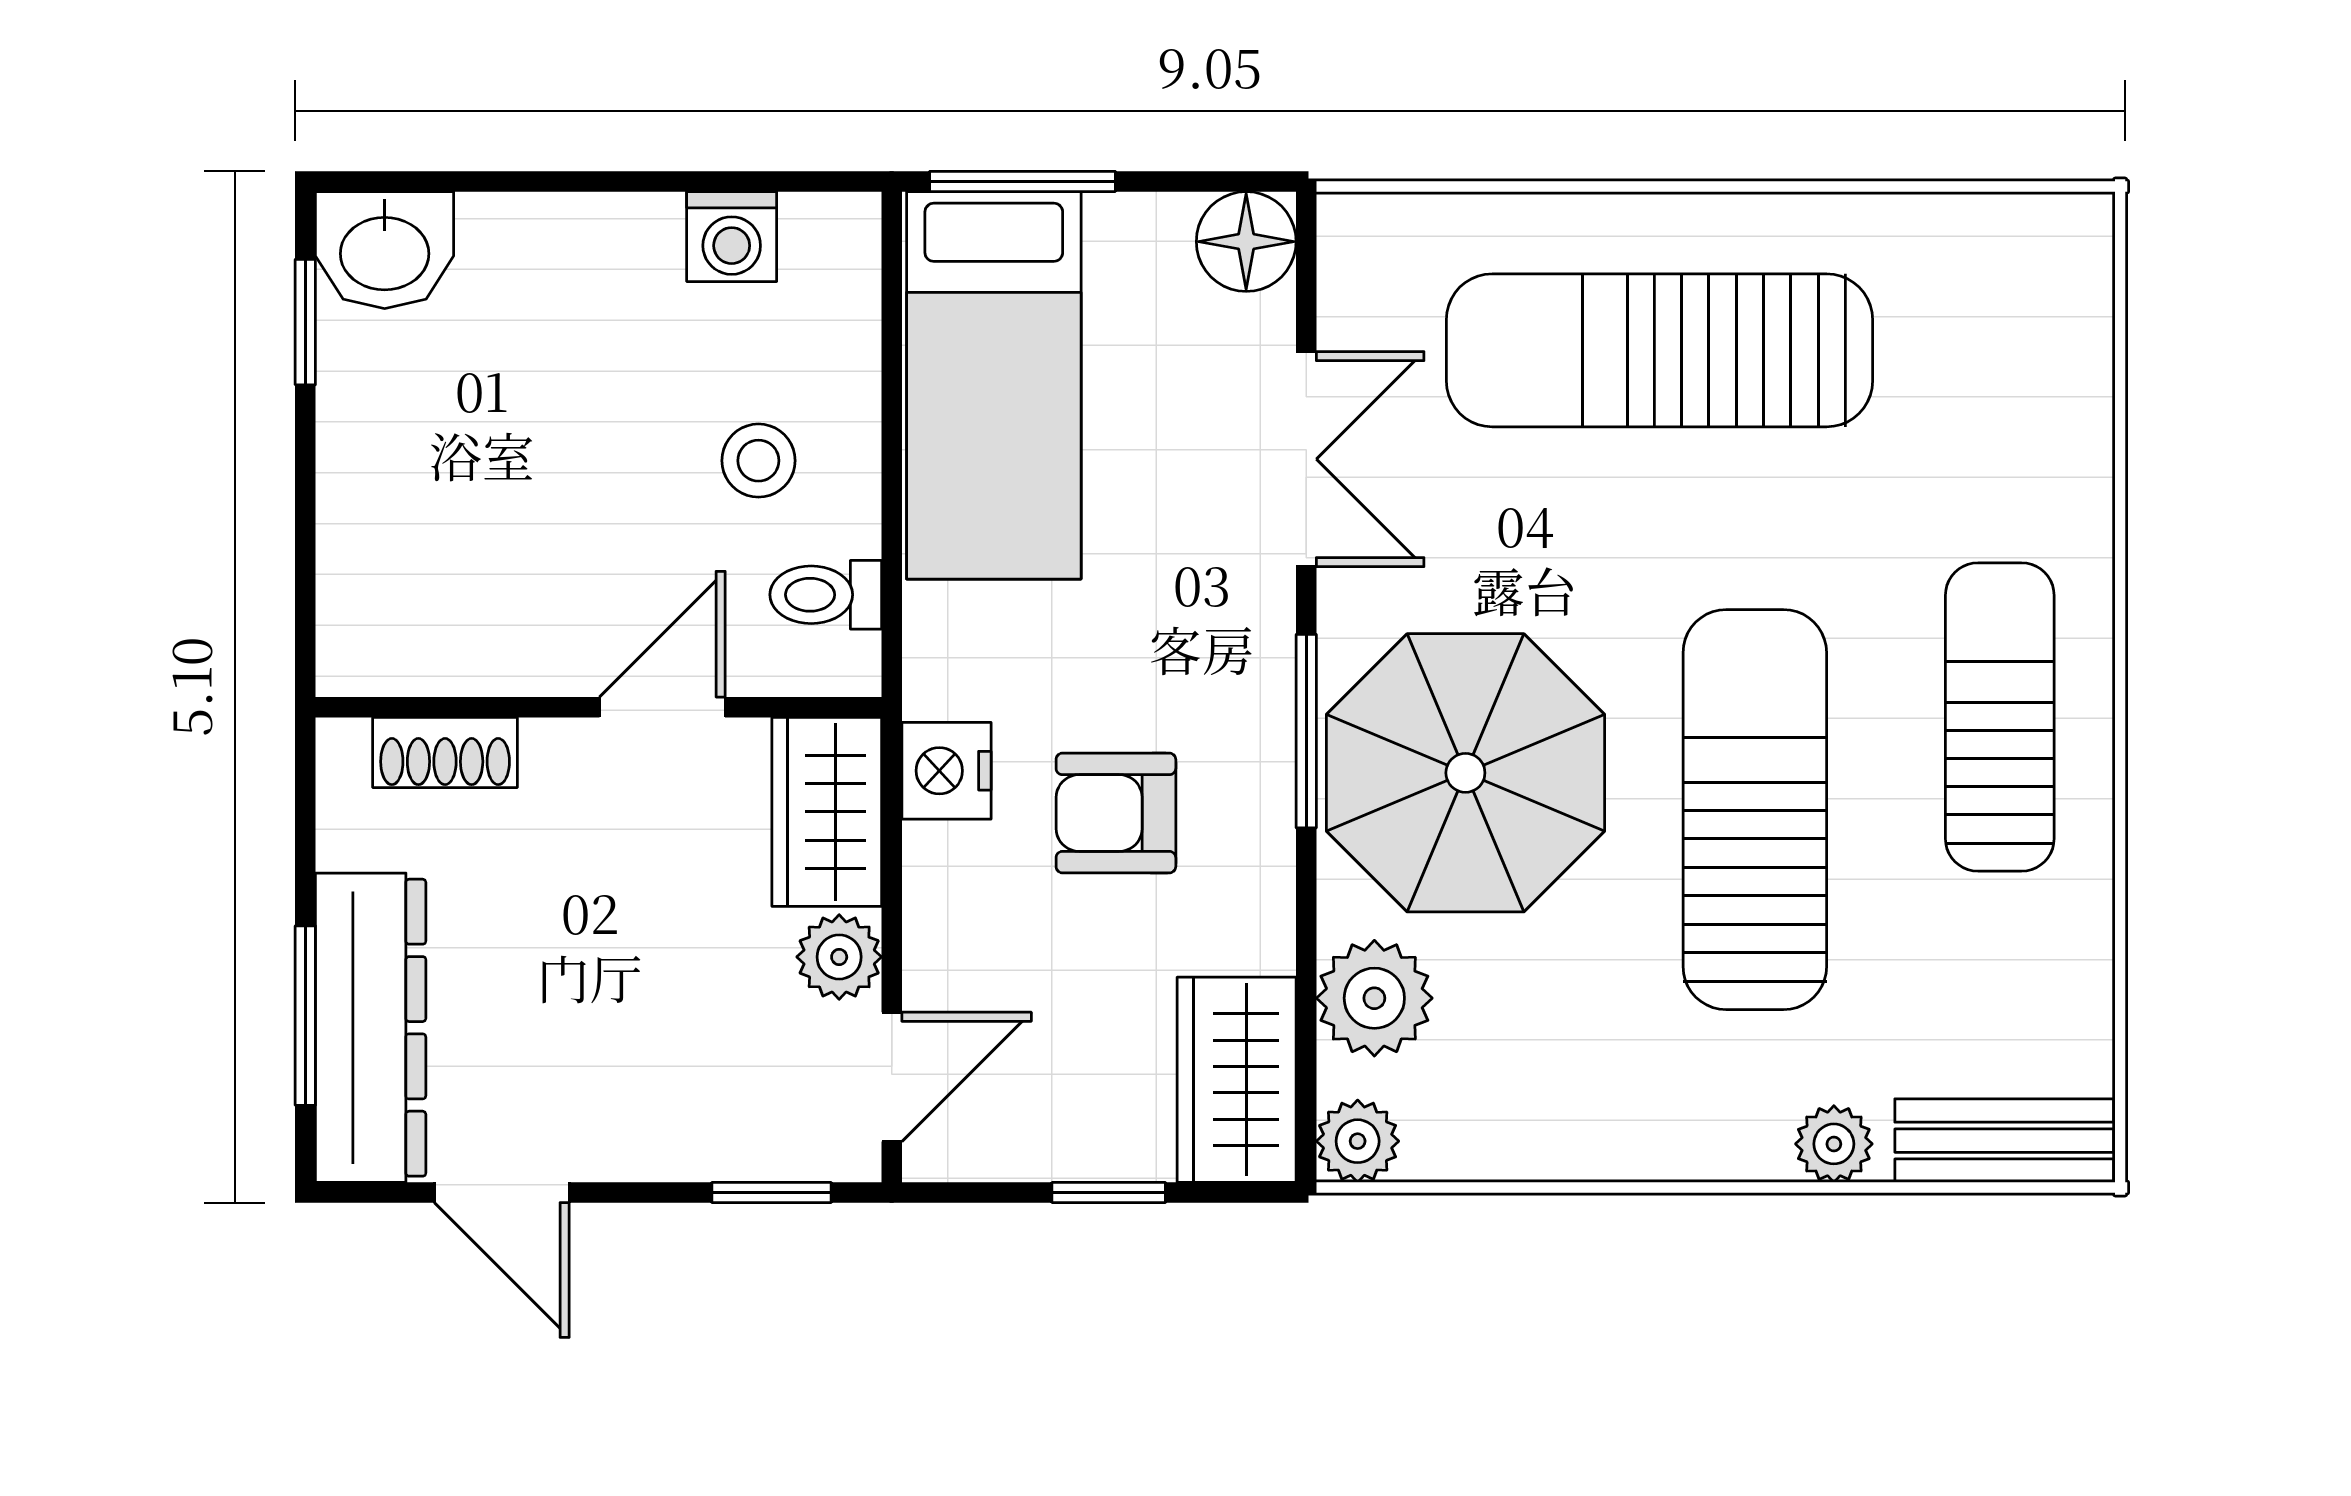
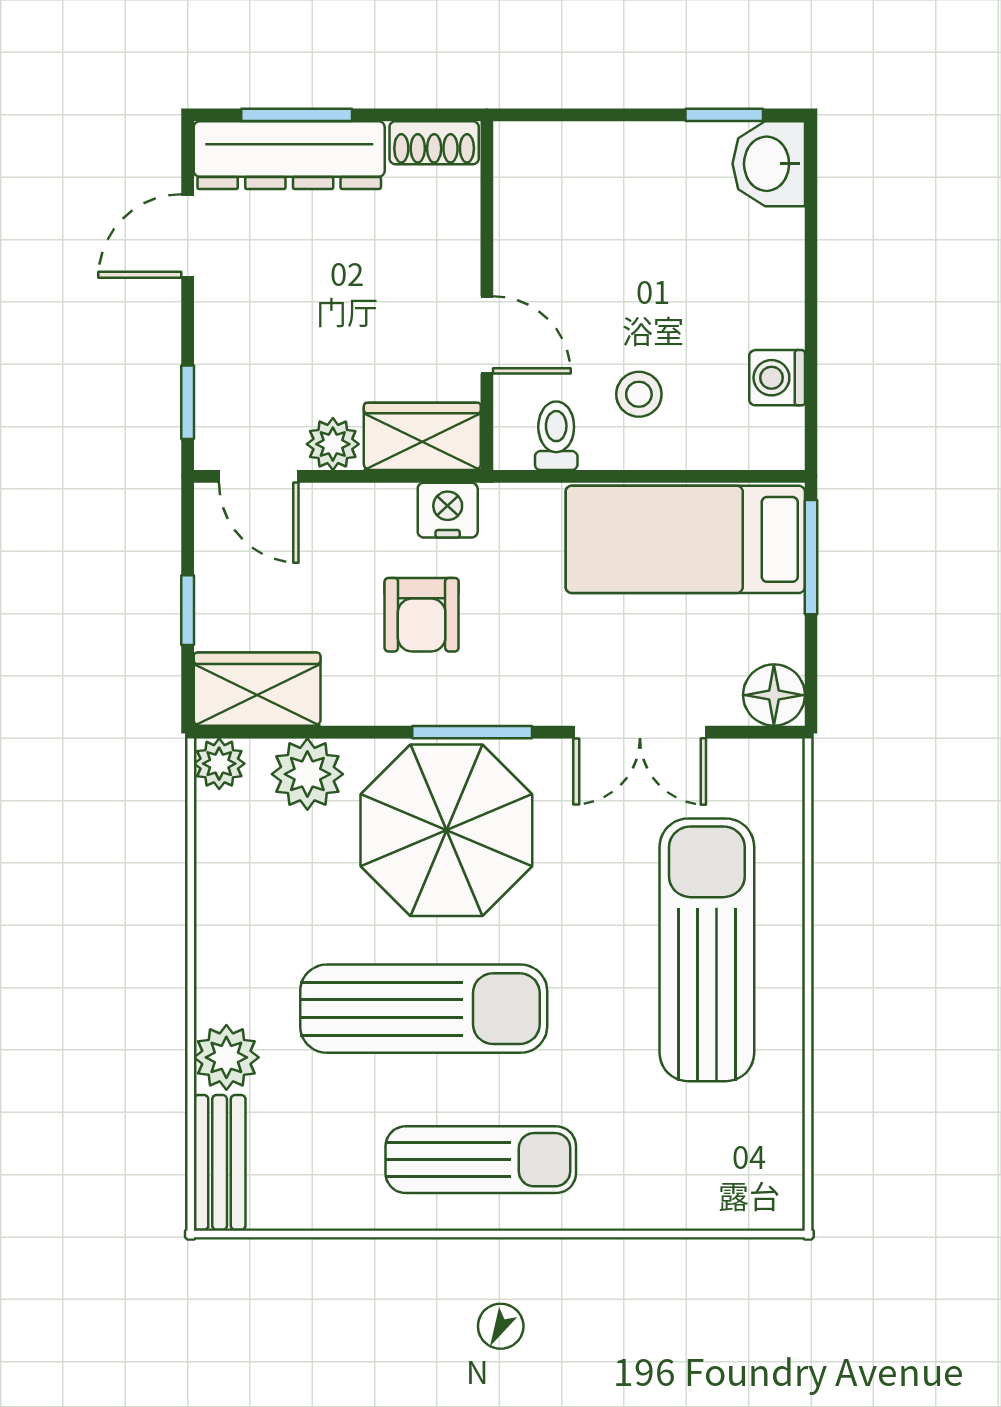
shoe rack: (445, 752) -> (434, 143), moved, turned -90
armchair: (1116, 813) -> (422, 615), turned 180
plant: (1834, 1144) -> (226, 1057), width x1.38, depth x1.38

